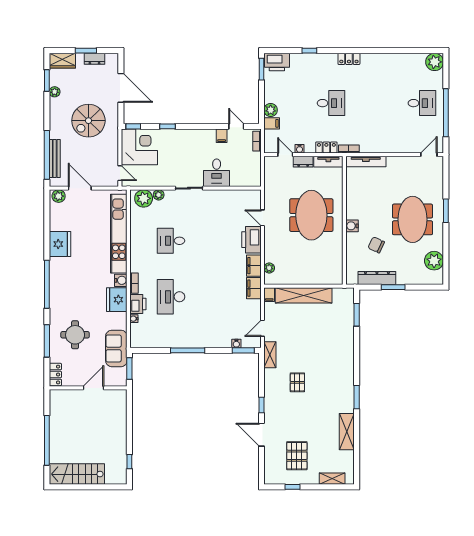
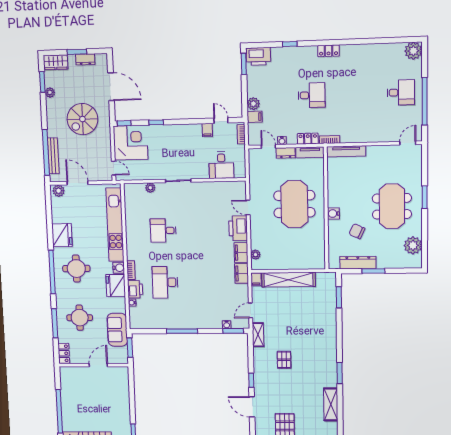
desk: (217, 173) -> (221, 165), moved
plant: (144, 198) -> (136, 191), removed
round table: (74, 281) -> (76, 269), added

